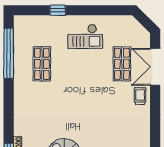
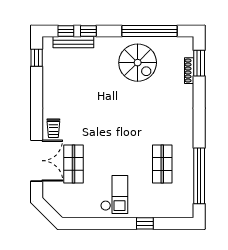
checkout: (85, 36) -> (114, 194), turned 90

